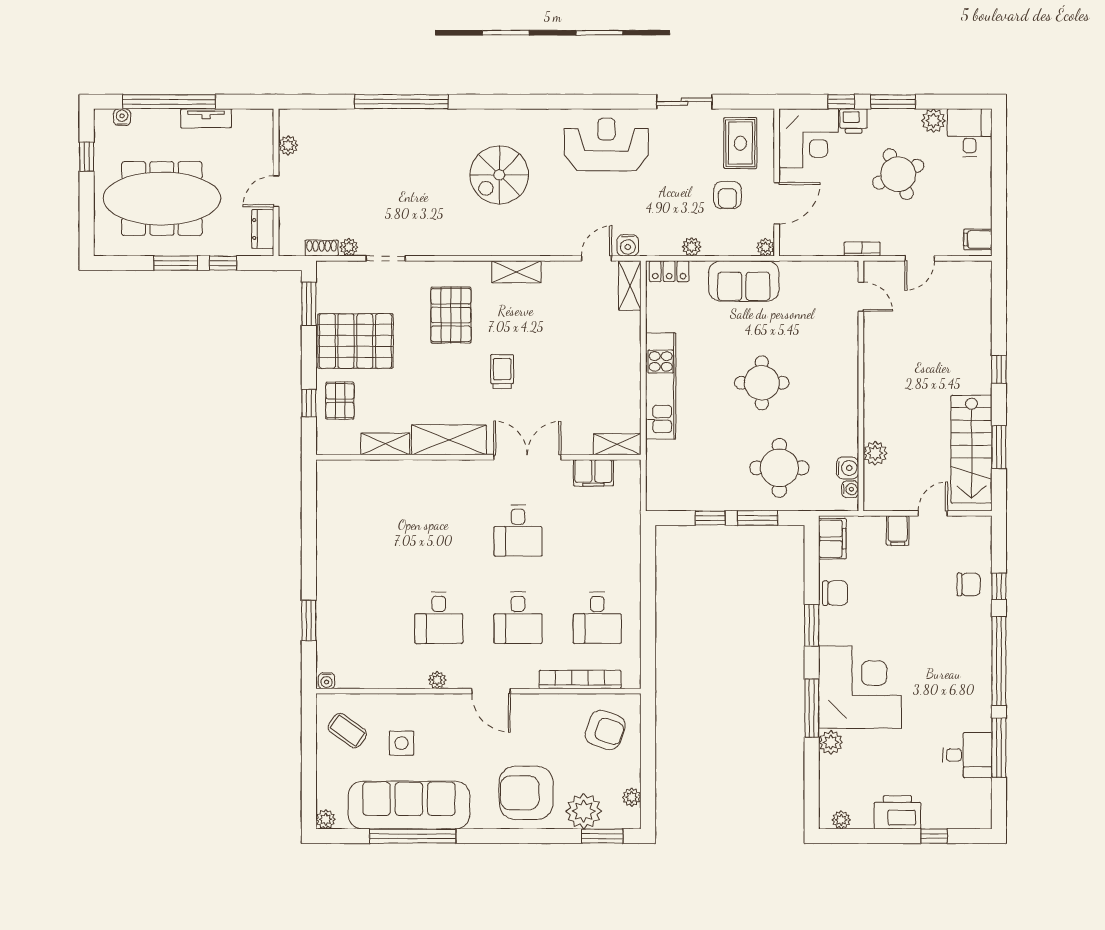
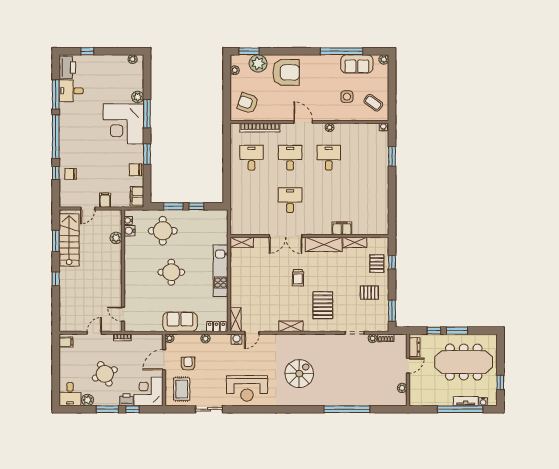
tv unit: (206, 118) -> (466, 401), moved
pallet: (355, 341) -> (369, 293), width x0.49, depth x0.50
filing cabinet: (593, 473) -> (342, 228), moved
sofa: (409, 805) -> (357, 64), width x0.54, depth x0.79
printer: (897, 812) -> (67, 67), moved, turned -90

